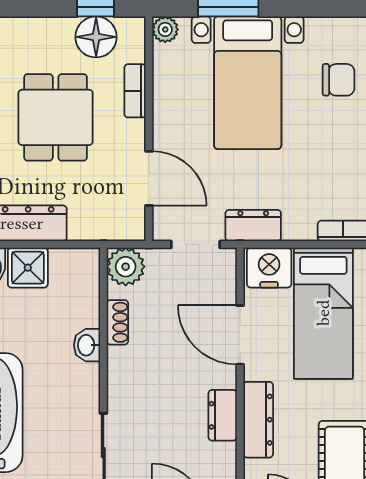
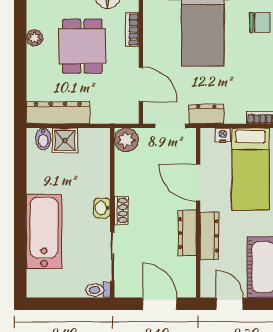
nightstand: (269, 268) -> (223, 135), width x0.53, depth x0.56
shoe rack: (117, 322) -> (121, 210), moved
washbasin: (87, 345) -> (102, 208), moved
dresser: (223, 415) -> (187, 233), width x1.44

